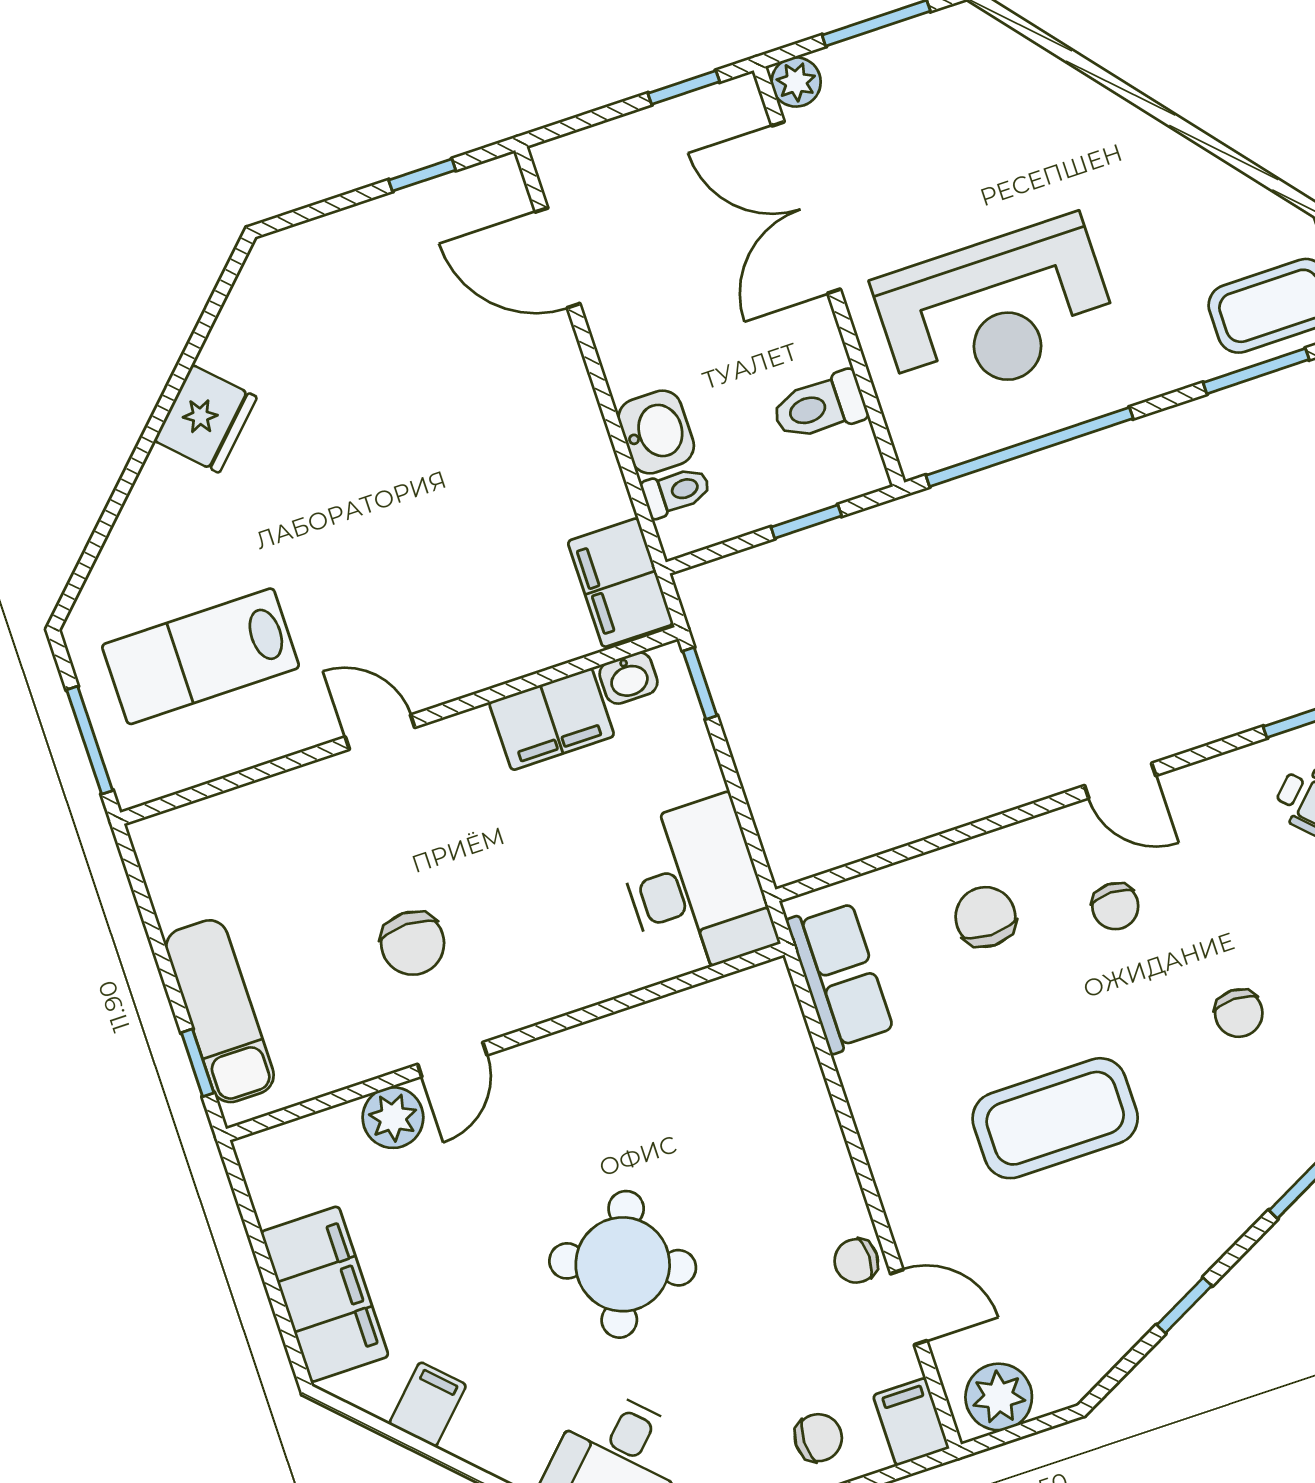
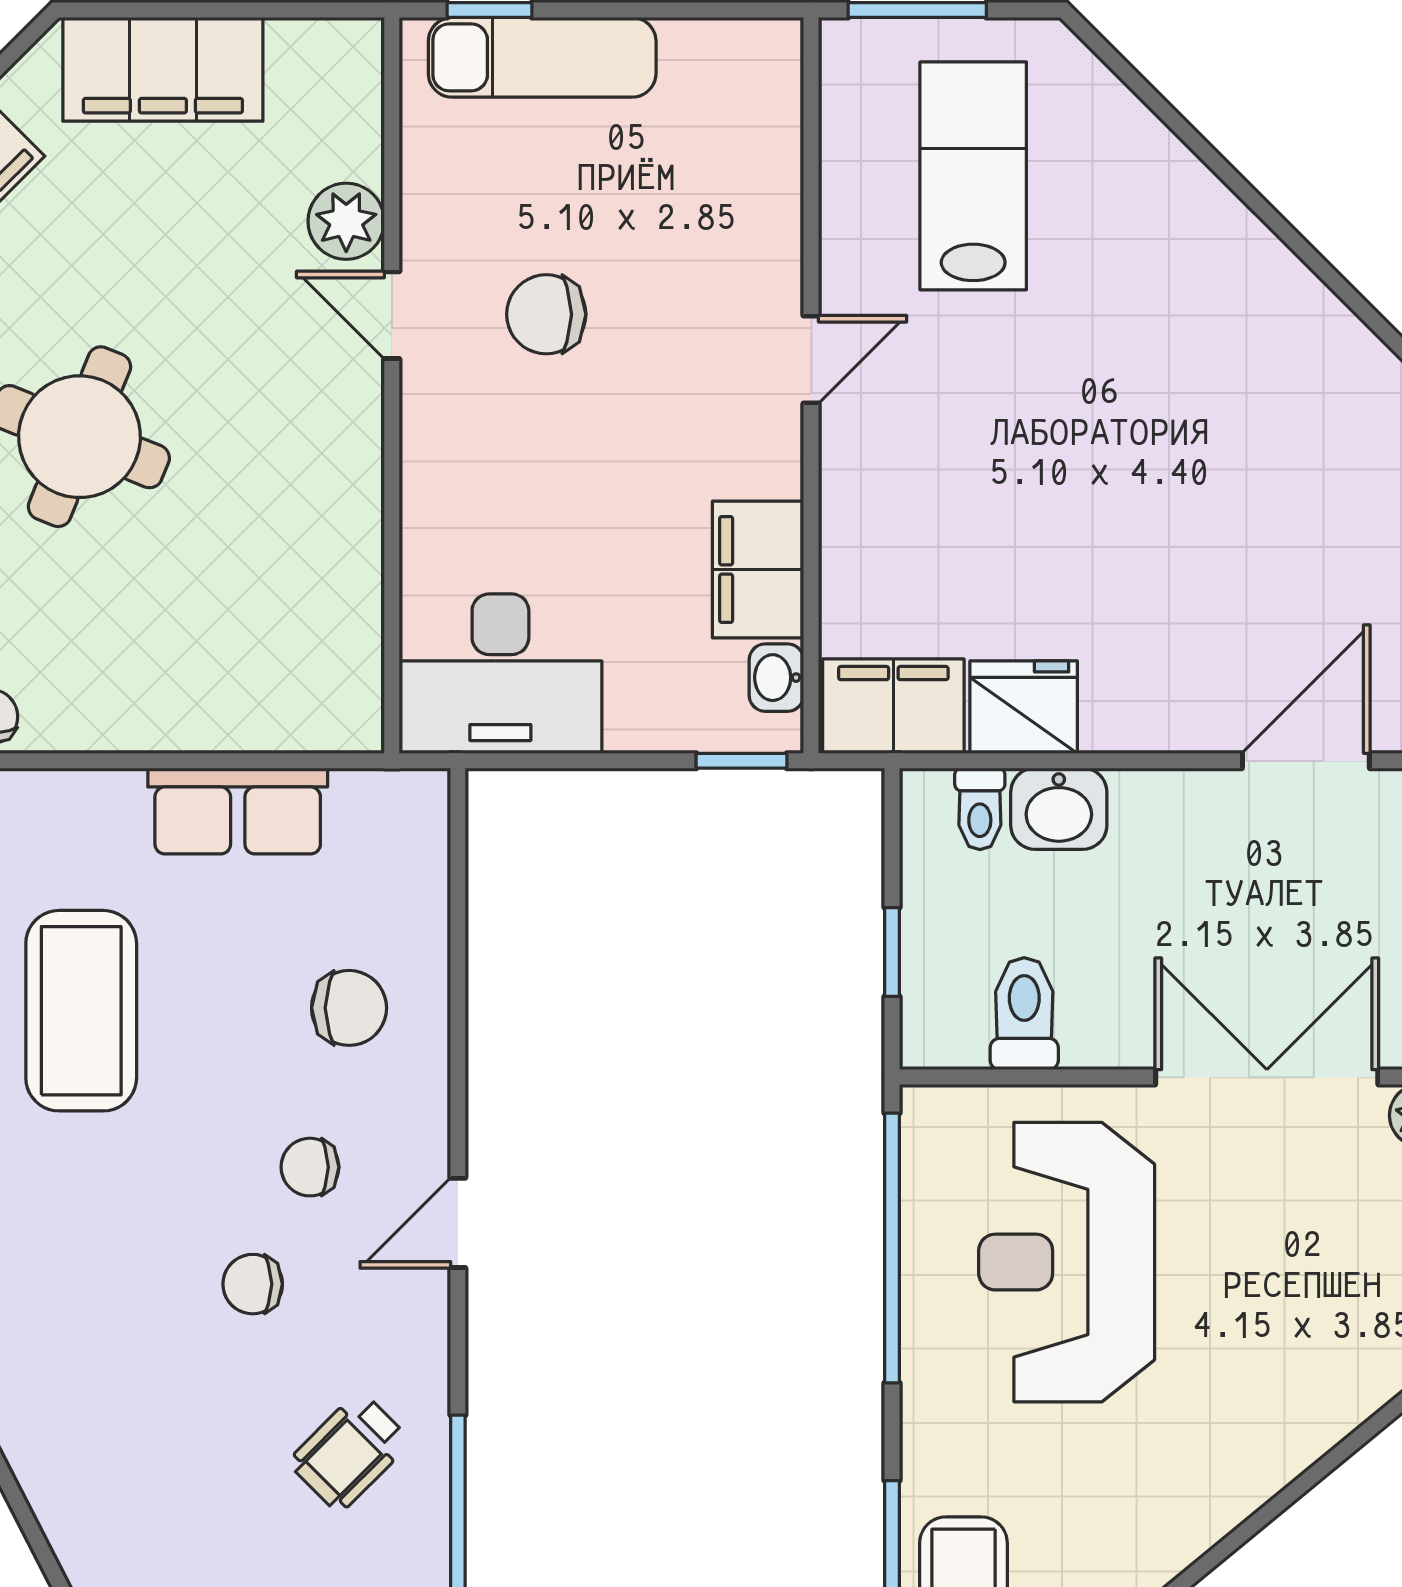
fridge: (206, 419) -> (1024, 707), moved, turned 135
row of seats: (840, 977) -> (238, 811), moved
chair: (1239, 1013) -> (253, 1284), moved

